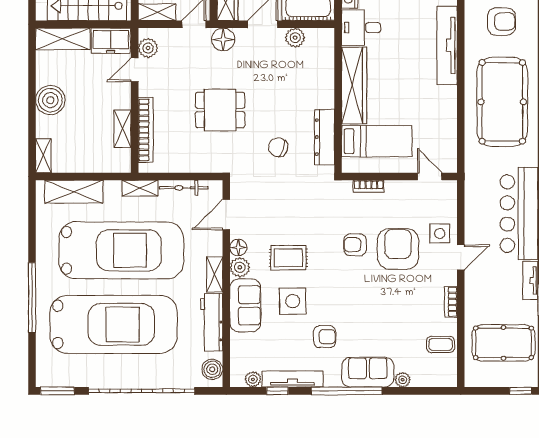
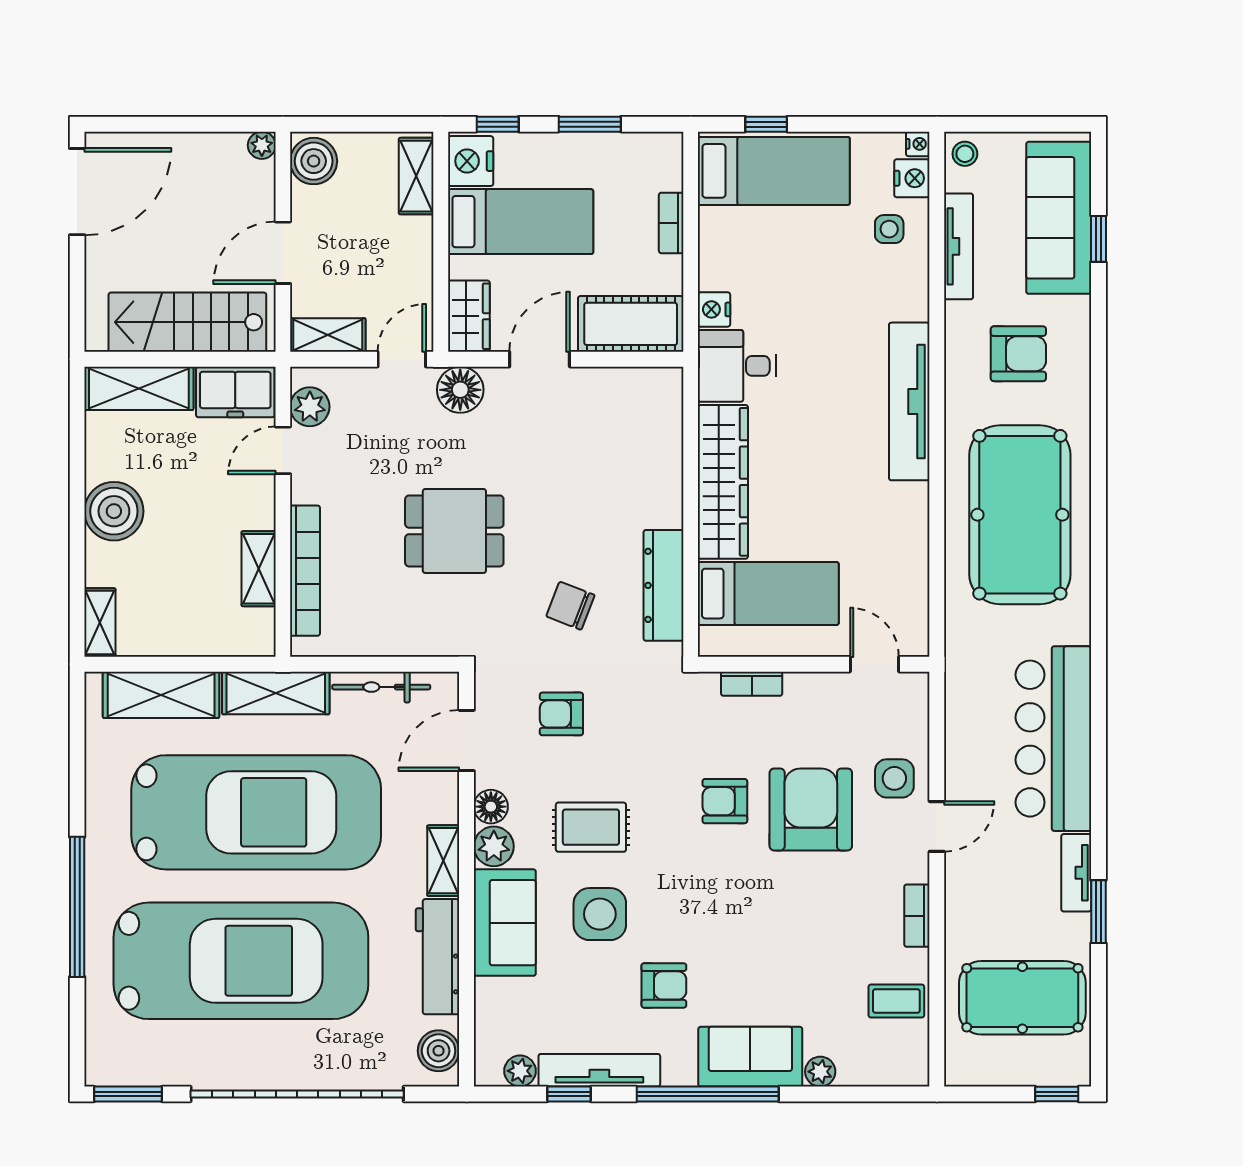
plant: (295, 38) -> (605, 386), removed
shelving: (140, 188) -> (276, 693), width x1.50, depth x1.33
armchair: (274, 201) -> (561, 714), added

